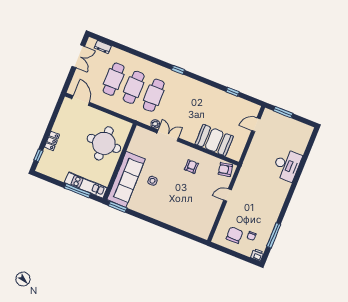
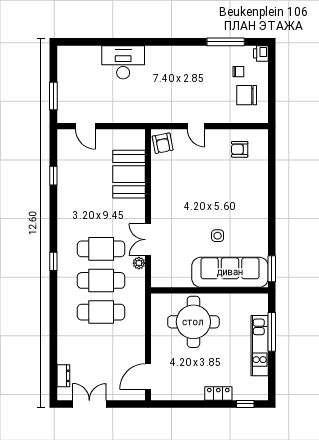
cafe table: (114, 79) -> (101, 249), moved
armchair: (191, 167) -> (240, 149), moved
kitchen unit: (86, 185) -> (260, 346), moved

